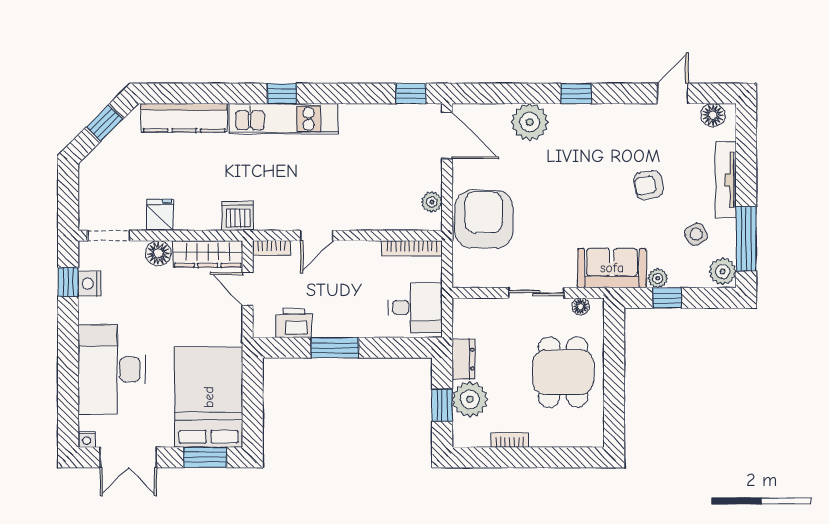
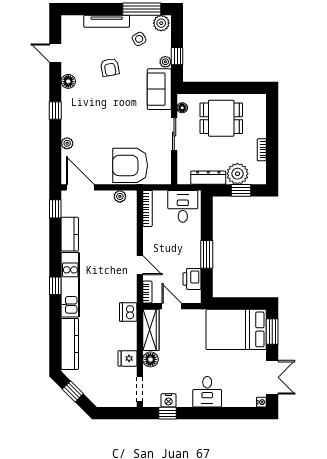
floor lamp: (713, 115) -> (68, 81), moved
kitchen counter: (369, 118) -> (70, 234), added
plant: (530, 122) -> (67, 143), width x0.53, depth x0.53
door: (447, 135) -> (80, 187), hinge flipped
door: (248, 289) -> (172, 306), swing flipped
dresser: (463, 359) -> (208, 178), width x1.44
desk: (112, 369) -> (207, 392), width x0.53, depth x0.77

